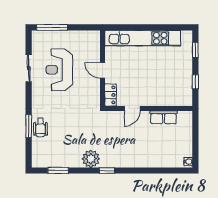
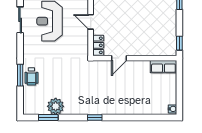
window: (195, 82) -> (179, 43), moved
row of seats: (164, 117) -> (163, 67), moved
plant: (91, 159) -> (56, 106), moved

